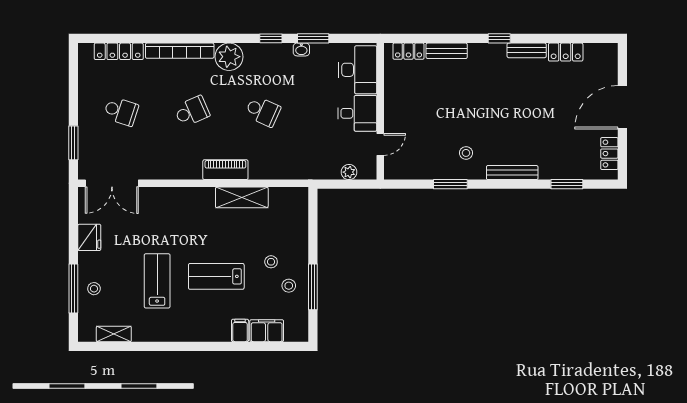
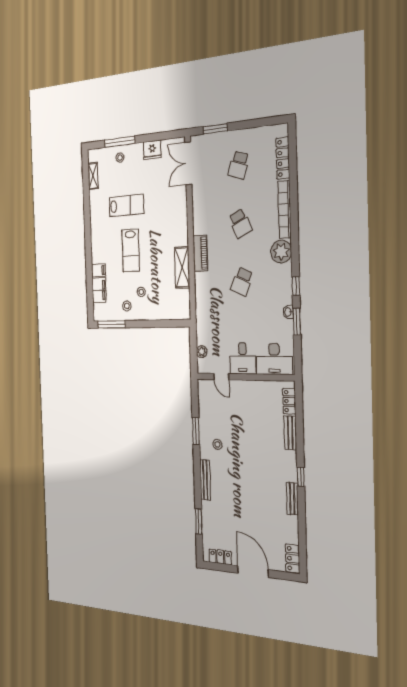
locker: (566, 52) -> (293, 559), moved
lab bench: (216, 276) -> (131, 250), turned 180
window: (313, 287) -> (112, 324), moved

